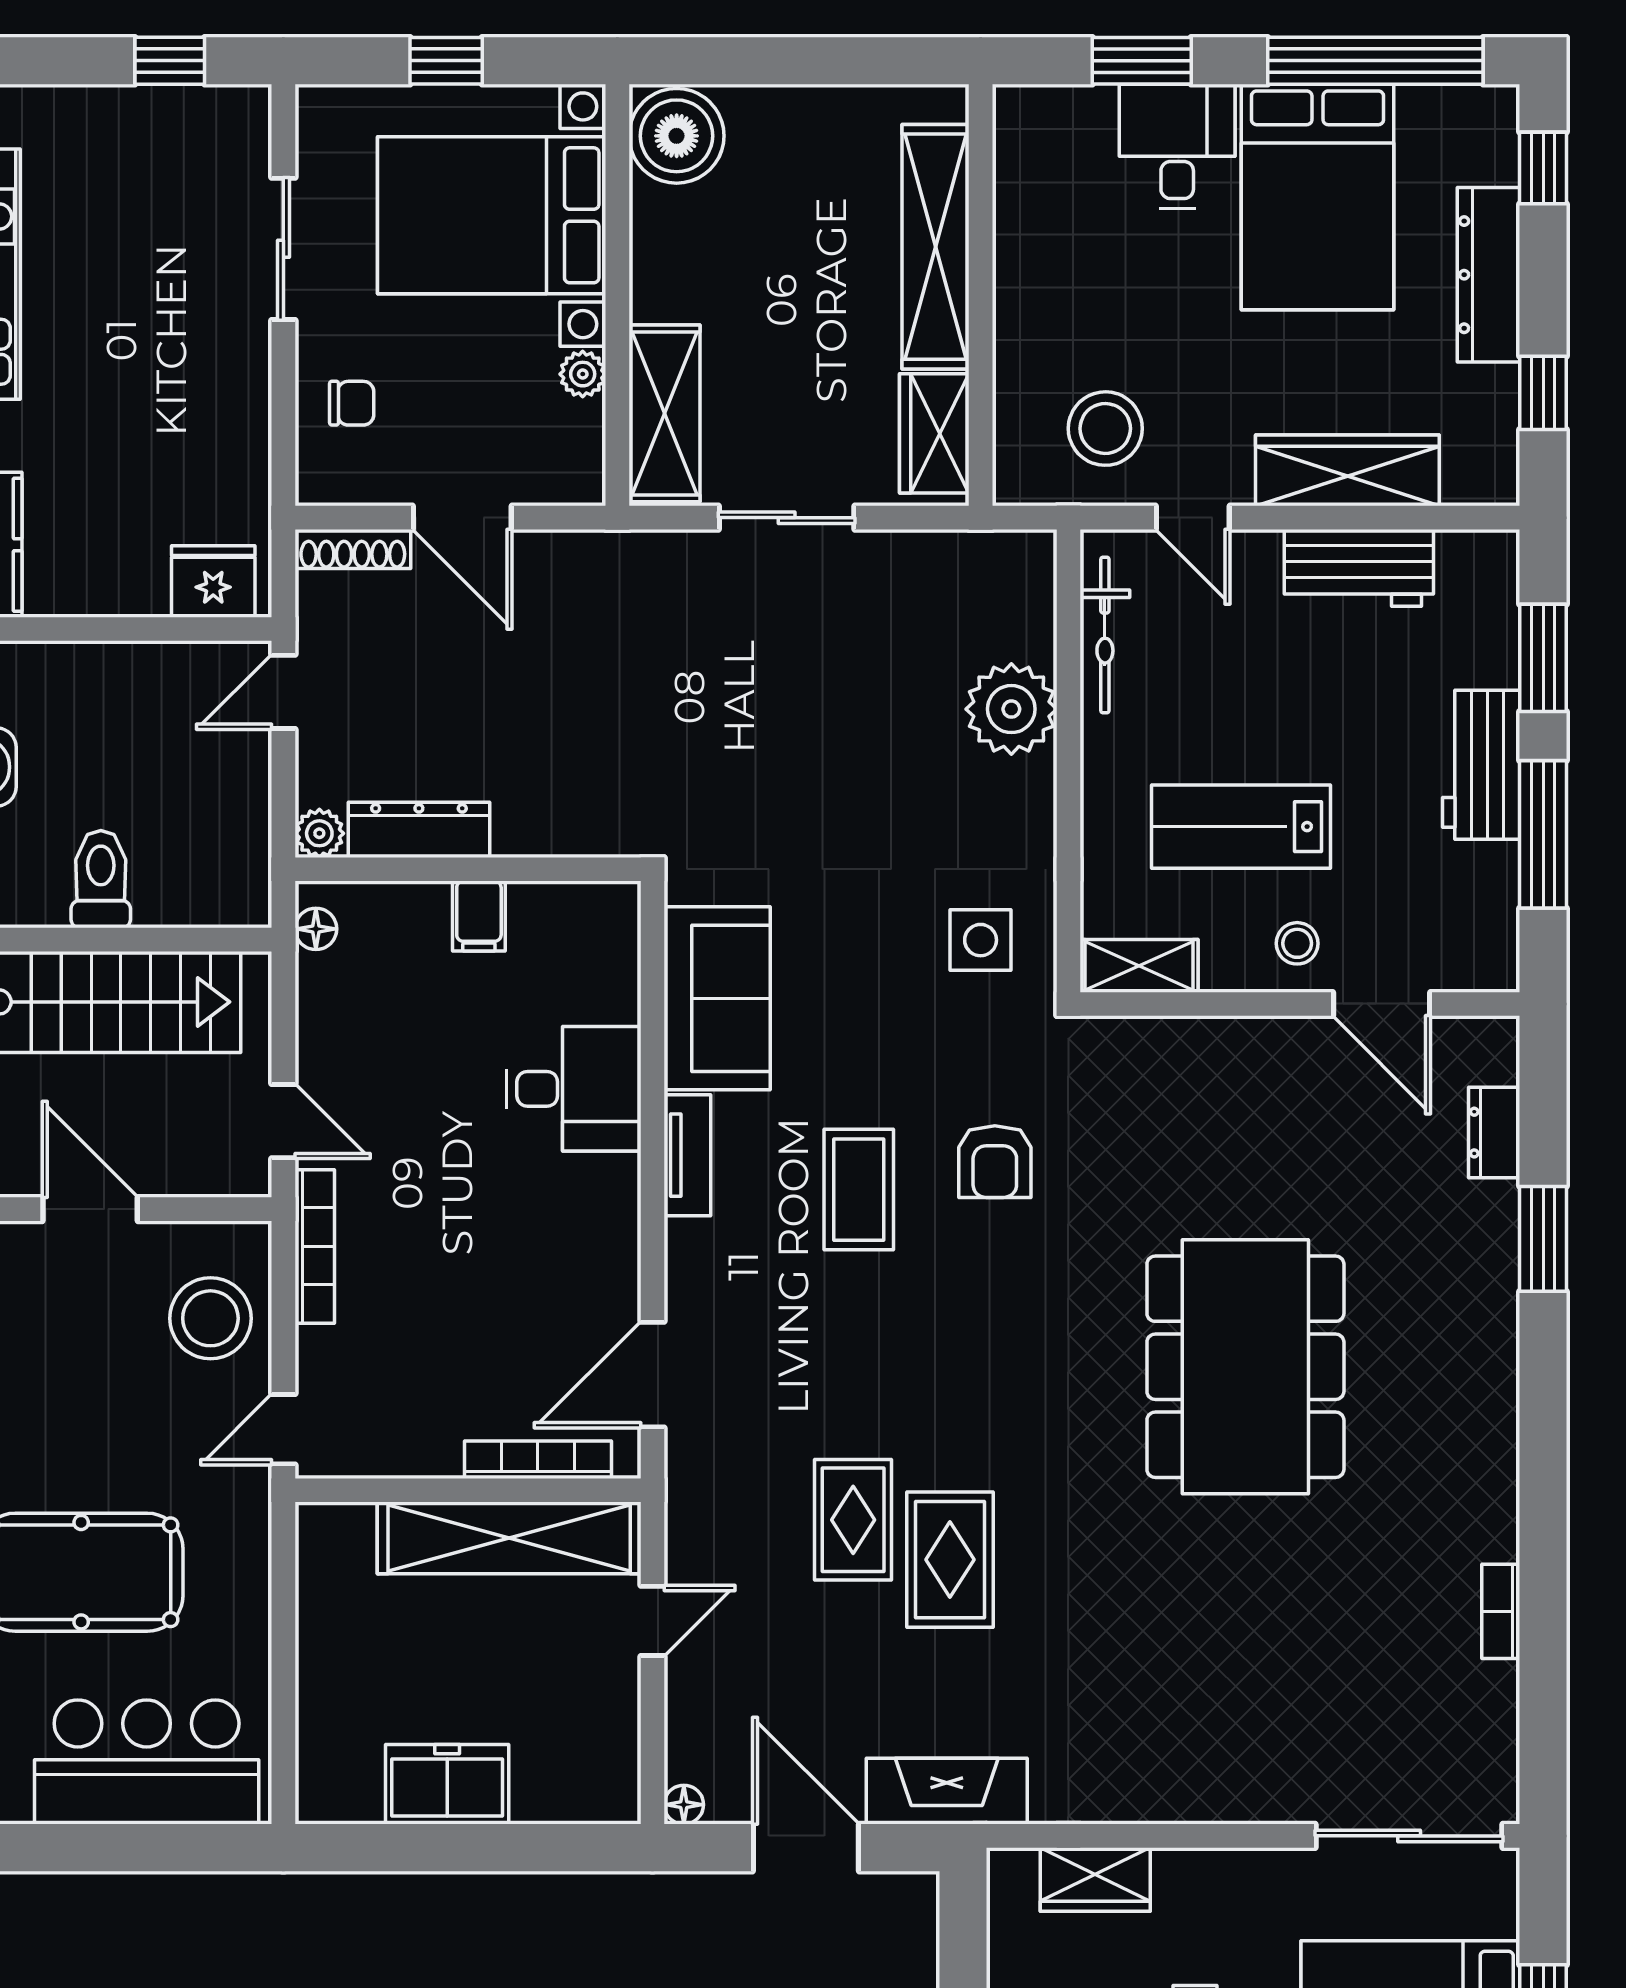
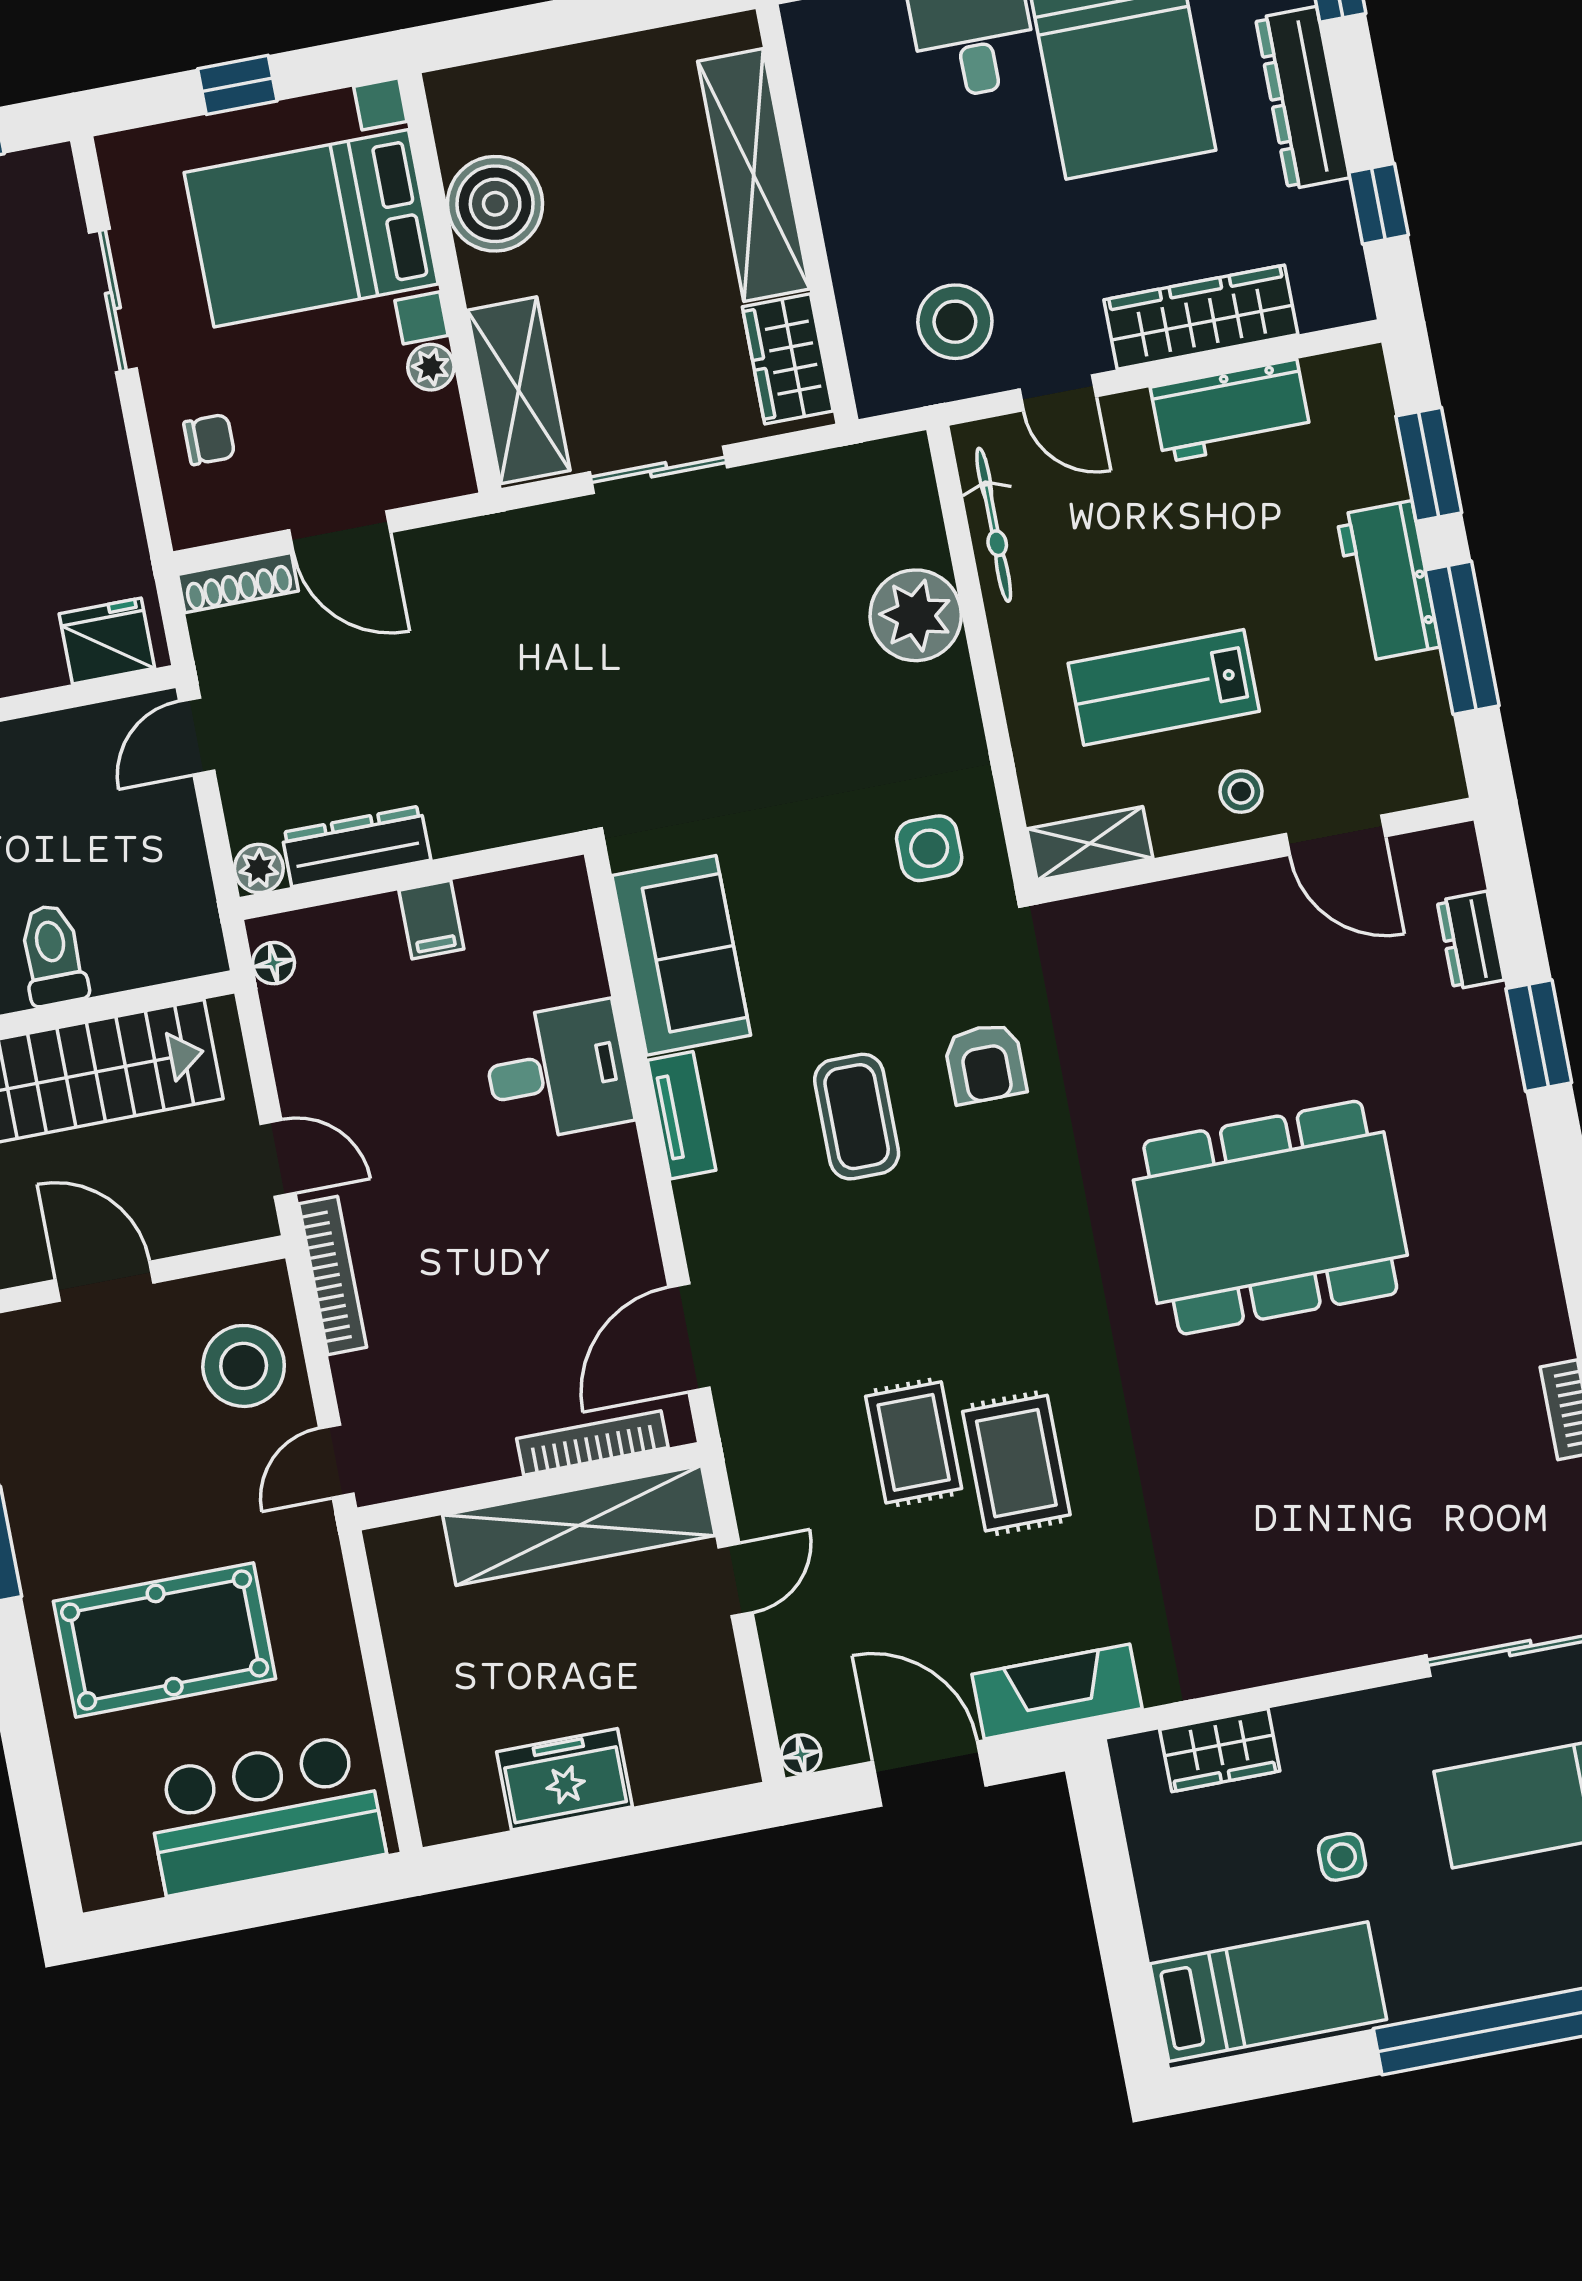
boiler: (677, 136) -> (495, 204), moved
dining table: (1245, 1367) -> (1270, 1218), turned 90

